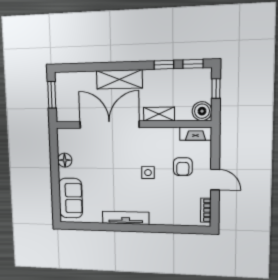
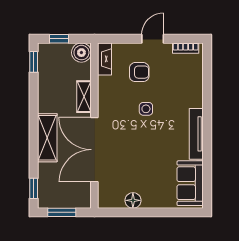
window: (164, 65) -> (34, 188), moved
sofa: (71, 198) -> (190, 183), moved, turned -90

